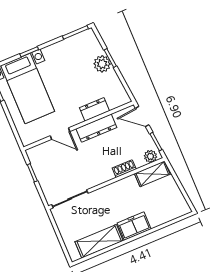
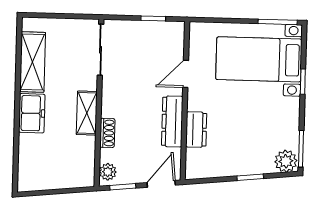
plant: (102, 64) -> (286, 161), moved
shelving: (152, 174) -> (87, 113), moved

